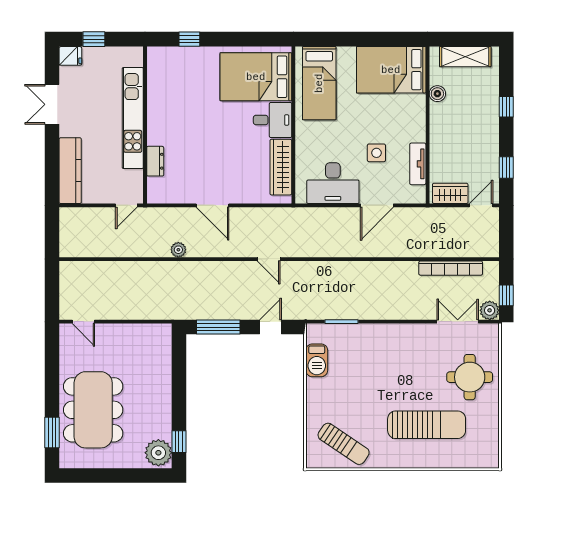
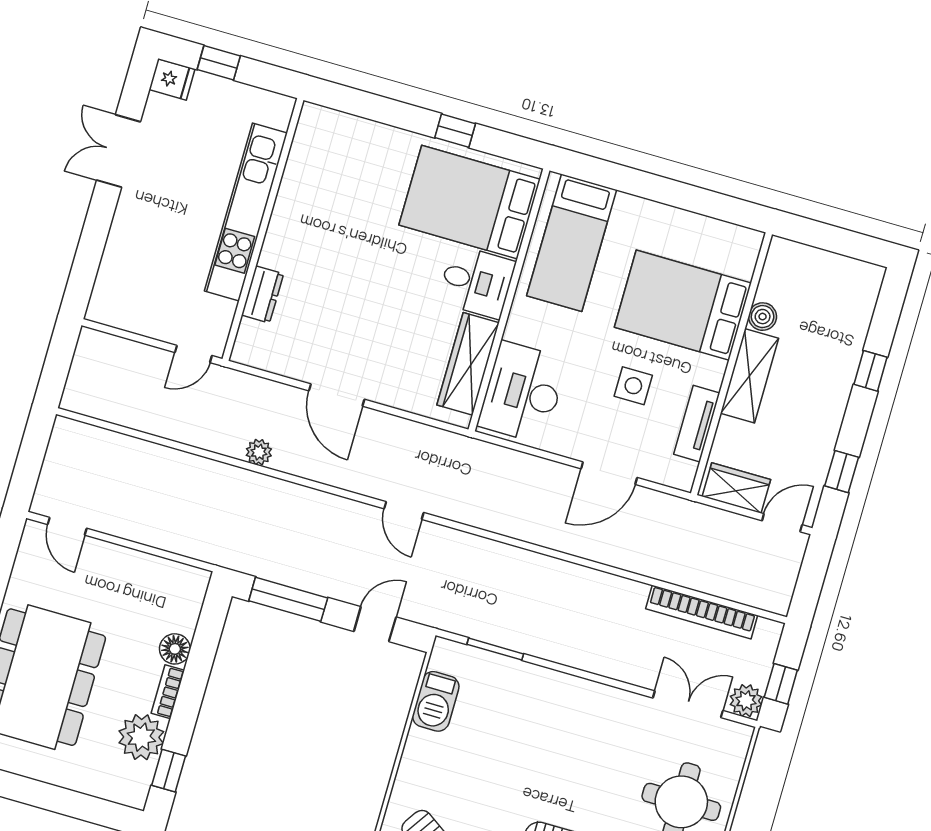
window: (189, 39) -> (455, 131), moved
shelving: (465, 57) -> (750, 376), moved, turned 90
bed: (391, 70) -> (683, 305), moved
kitchen counter: (70, 171) -> (117, 270), removed
desk: (333, 183) -> (522, 392), moved, turned 90
floor lamp: (163, 373) -> (175, 649), added
bookcase: (166, 398) -> (168, 692), added
plant: (158, 453) -> (141, 737), moved

